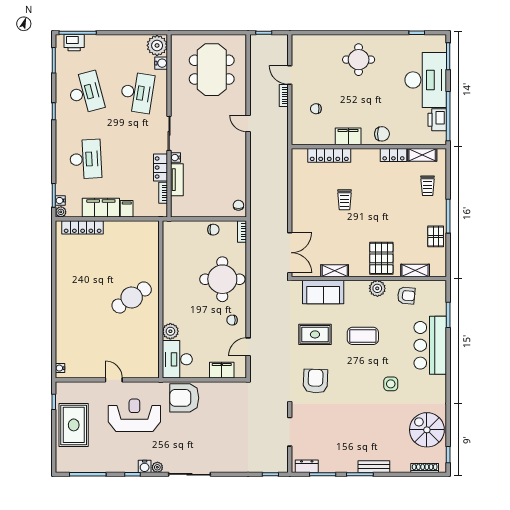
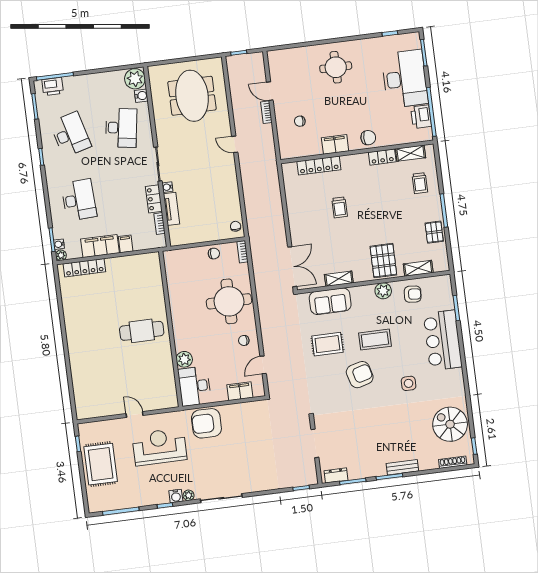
cafe table: (132, 297) -> (142, 331), turned 34
water cooler: (60, 368) -> (80, 410), removed
armchair: (315, 381) -> (360, 375), moved, turned 73

